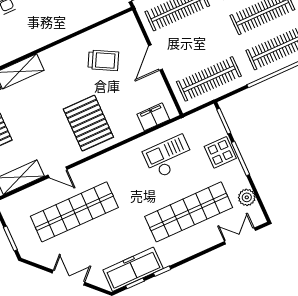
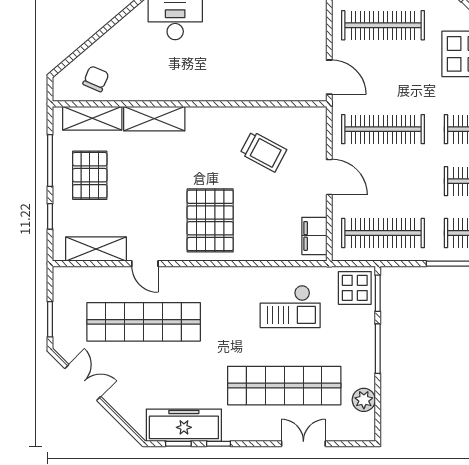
door: (155, 57) -> (329, 177), swing flipped
filing cabinet: (153, 117) -> (314, 236), moved, turned -90
display table: (220, 152) -> (355, 288), moved
checkout: (169, 157) -> (290, 306), turned 180
double door: (240, 236) -> (303, 444), moved
double door: (69, 278) -> (83, 382), moved

